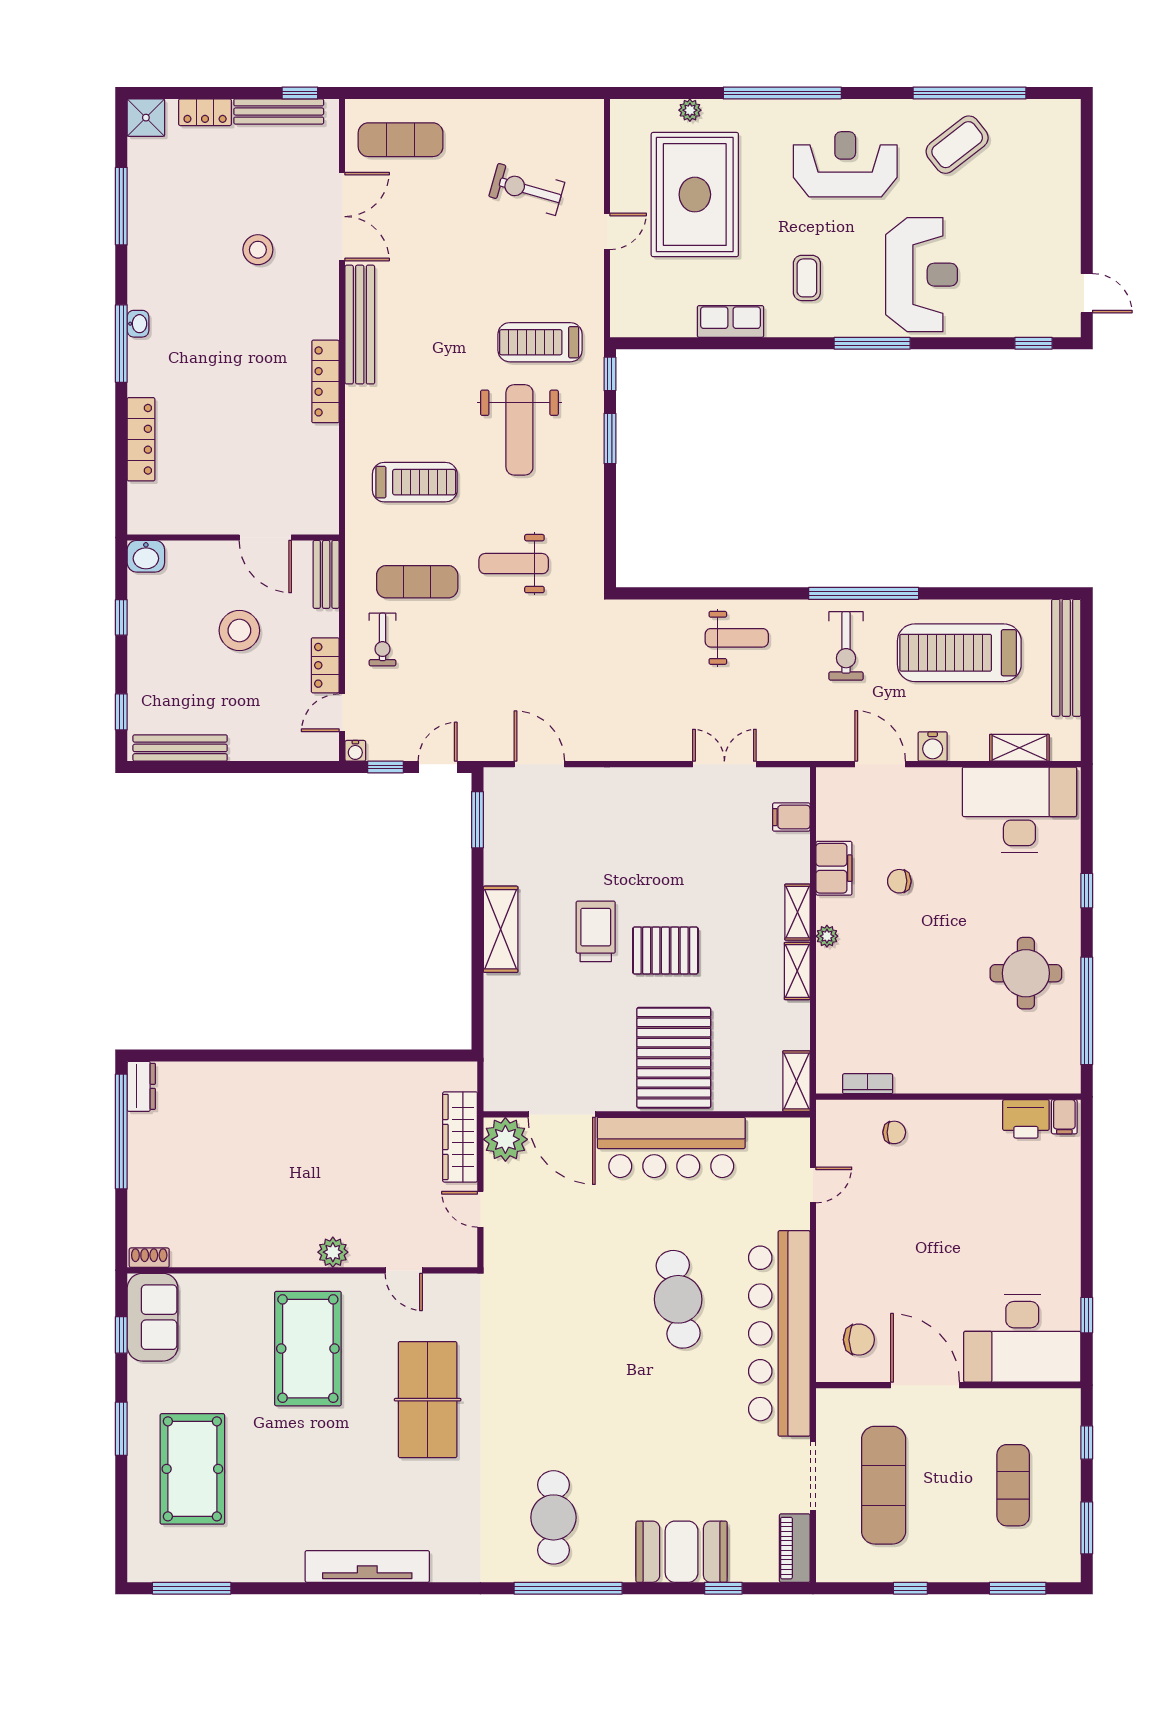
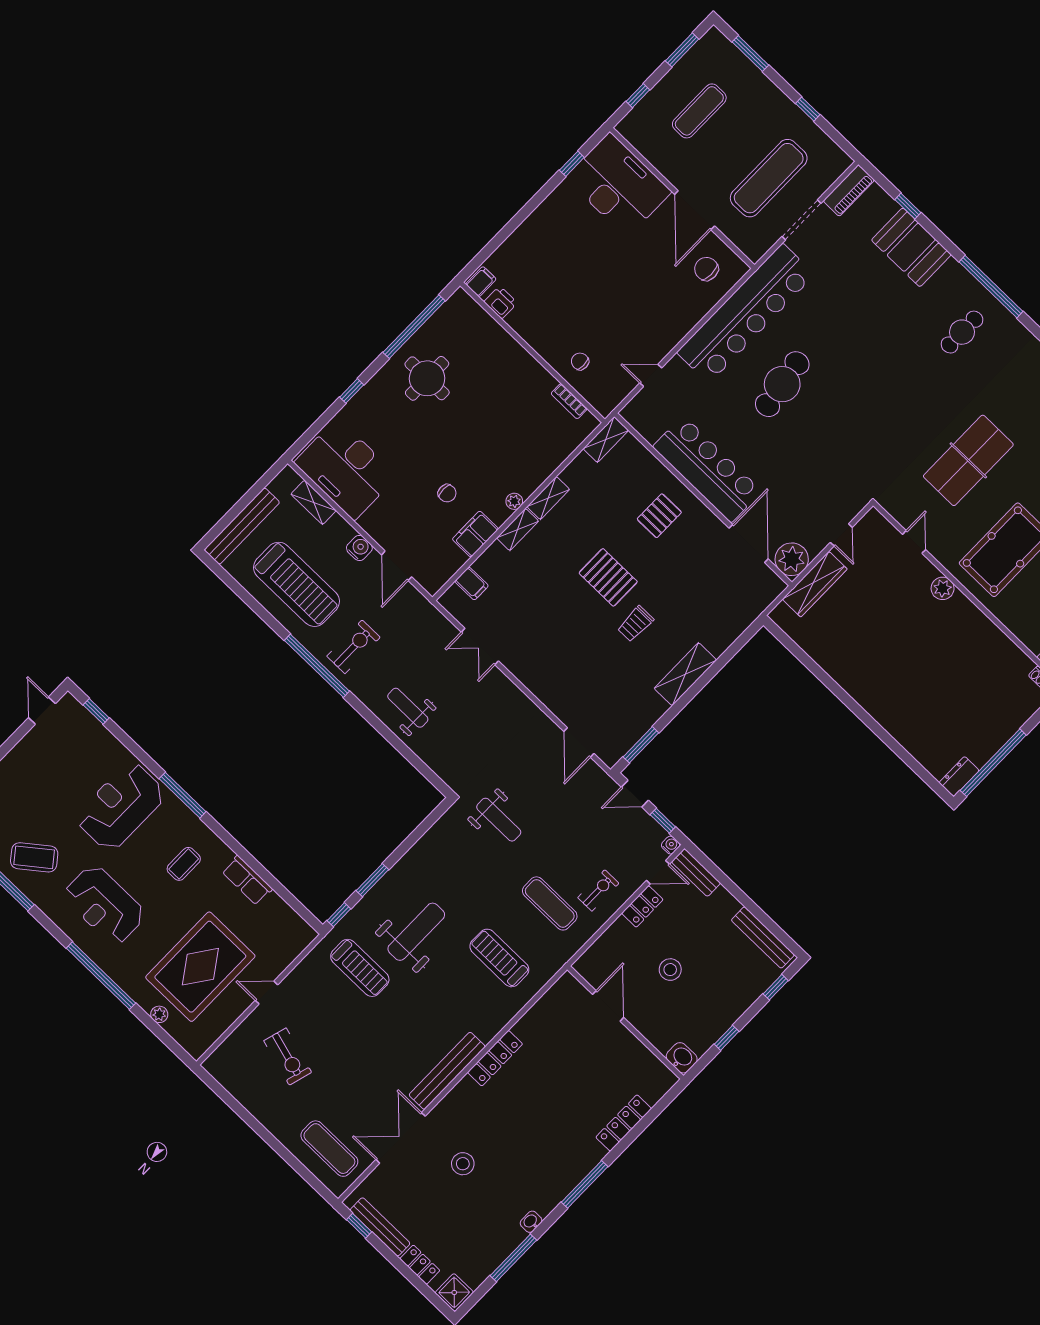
washbasin: (138, 324) -> (531, 1222), moved
weight bench: (514, 564) -> (499, 820), moved
bench: (326, 574) -> (696, 872), moved, turned 90
stool: (239, 631) -> (670, 970), width x0.73, depth x0.73
trolley: (596, 931) -> (636, 624), width x0.73, depth x0.72
pallet: (674, 1058) -> (659, 516), width x0.49, depth x0.50
printer: (1026, 1119) -> (501, 302), width x0.73, depth x0.81
cafe table: (553, 1517) -> (962, 332), width x0.73, depth x0.74

